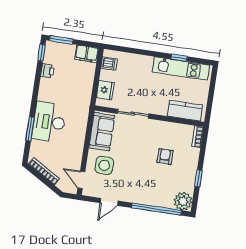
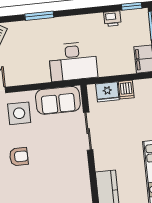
dishwasher: (109, 64) -> (126, 90), moved
desk: (49, 122) -> (73, 61), moved, turned 180
armchair: (165, 157) -> (19, 157), moved

